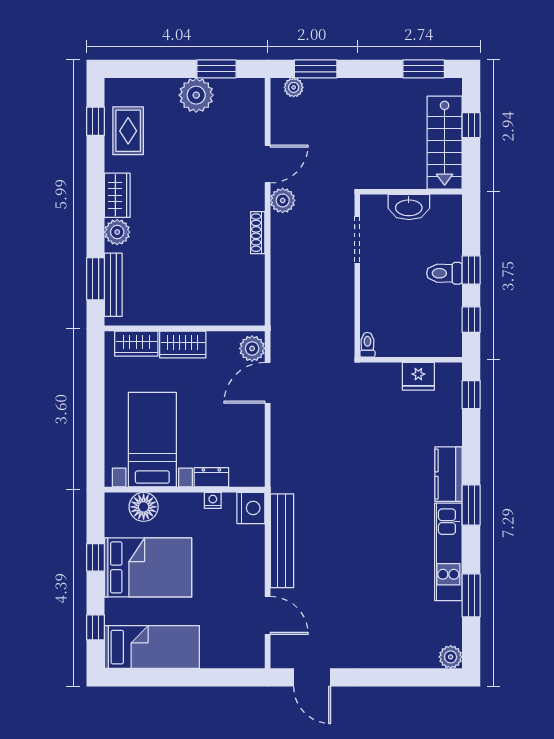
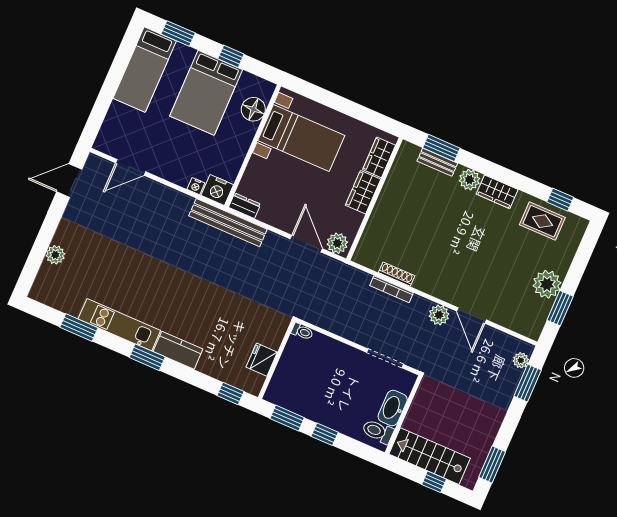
shoe rack: (258, 233) -> (397, 274), moved
bookcase: (277, 266) -> (392, 289), added
toilet: (444, 273) -> (378, 431), moved, turned -90
bench: (113, 285) -> (437, 162), width x0.73
window: (471, 320) -> (287, 418), width x1.50
dresser: (211, 477) -> (245, 206), moved, turned -90
nightstand: (213, 500) -> (196, 186), moved, turned 90
bench: (282, 541) -> (228, 223), moved
window: (96, 627) -> (178, 33), width x1.50
plant: (451, 657) -> (55, 255), moved

